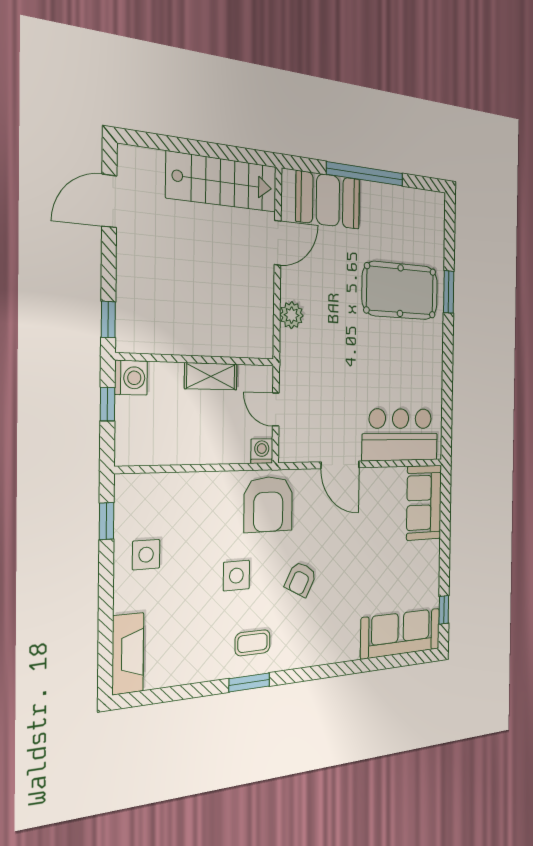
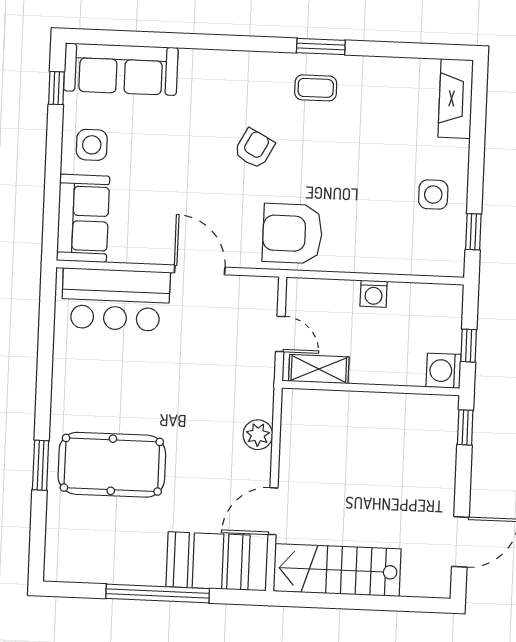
shelving: (211, 376) -> (319, 369), moved
washing machine: (262, 451) -> (374, 294), moved
armchair: (268, 504) -> (292, 233), turned -90
side table: (236, 576) -> (92, 145), moved

